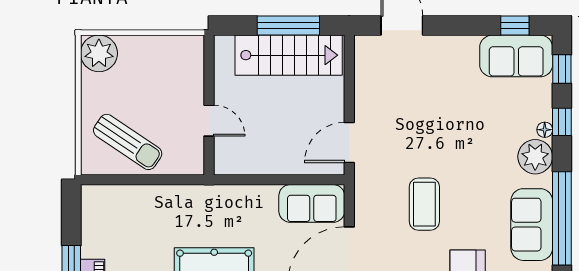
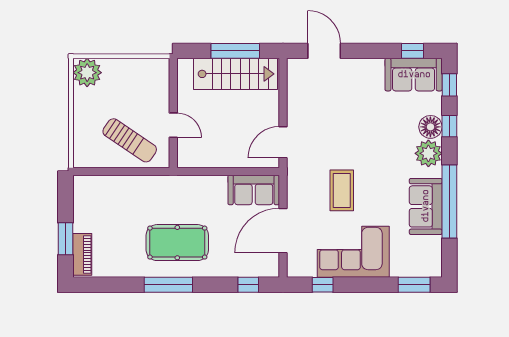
floor lamp: (545, 130) -> (430, 127), width x1.89, depth x1.89
sun lounger: (128, 142) -> (130, 140), moved

